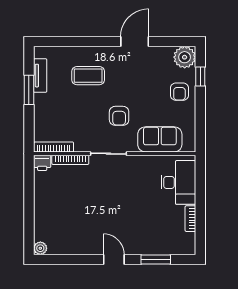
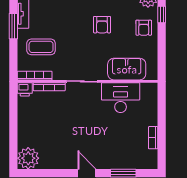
coffee table: (88, 76) -> (41, 47), moved
armchair: (119, 116) -> (102, 25), moved
desk: (178, 182) -> (121, 98), moved, turned -90
plant: (40, 248) -> (28, 158), width x1.88, depth x1.88

